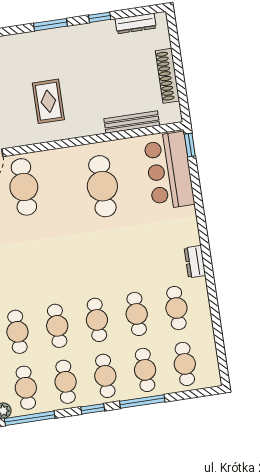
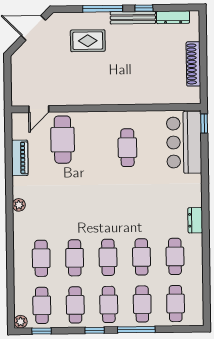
window: (50, 25) -> (103, 9), width x1.44
rug: (48, 101) -> (88, 41), moved, turned 90
bench: (132, 122) -> (133, 18), moved
cafe table: (102, 186) -> (127, 148), width x0.73, depth x0.74
window: (30, 418) -> (42, 331), width x0.46

